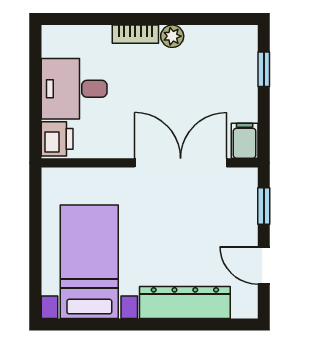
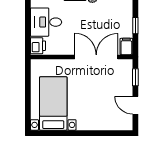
window: (264, 69) -> (135, 26), moved
dresser: (185, 302) -> (98, 123), removed

